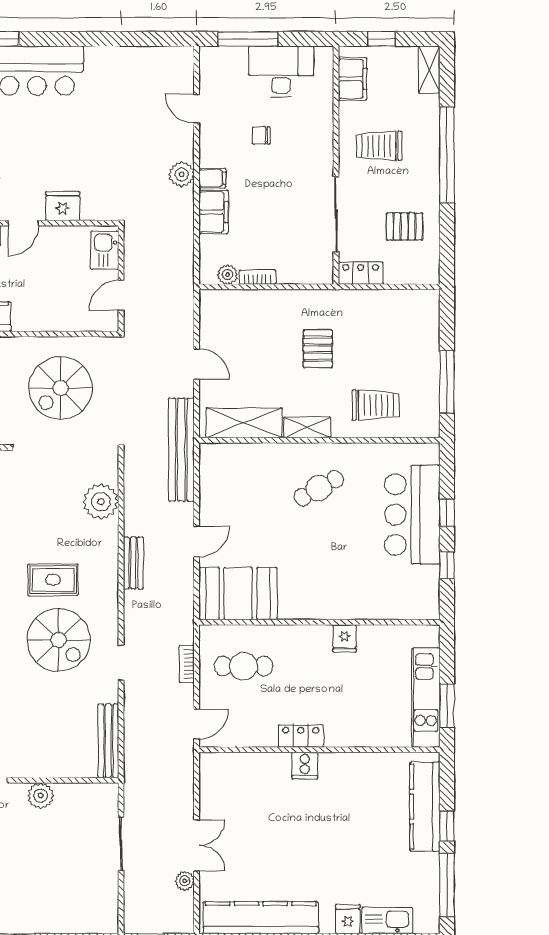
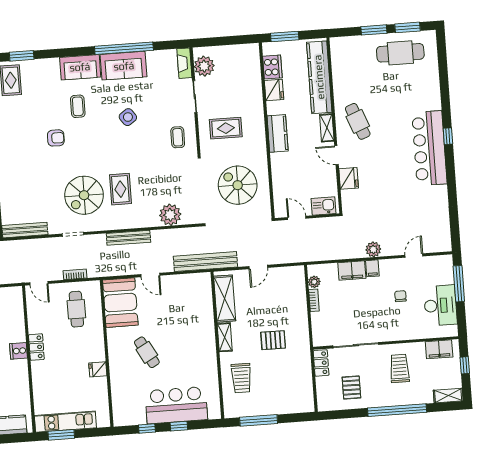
cafe table: (319, 488) -> (147, 352), moved
bench: (133, 563) -> (128, 238), width x1.36

